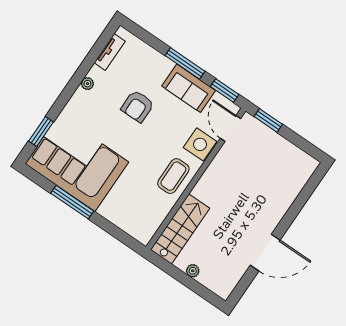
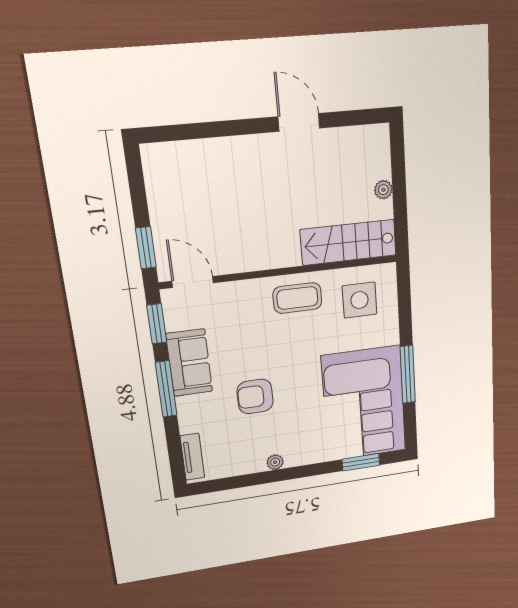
tv unit: (110, 52) -> (192, 457), moved, turned 90
armchair: (138, 106) -> (255, 396), turned 180
door: (230, 128) -> (193, 282), swing flipped
side table: (200, 144) -> (360, 300), moved
door: (265, 253) -> (299, 122), width x0.73

